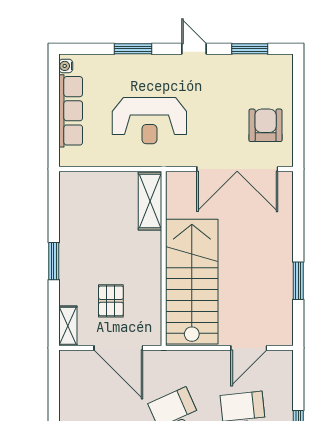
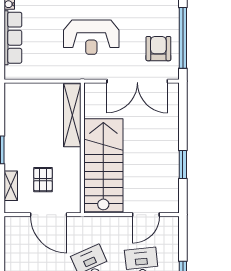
window: (298, 111) -> (183, 38), added
reception desk: (149, 121) -> (91, 37), moved
shelving: (150, 201) -> (72, 115), width x1.47
shelving: (68, 326) -> (11, 186), moved

